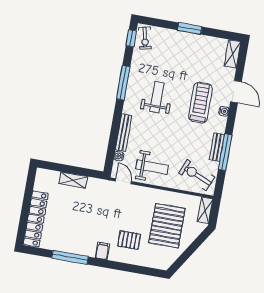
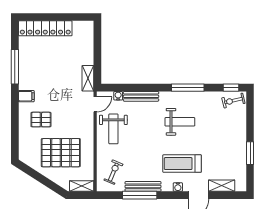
window: (190, 28) -> (250, 153), moved
shelving: (233, 54) -> (222, 186), moved
treadmill: (200, 103) -> (182, 164), turned 180
bench: (217, 147) -> (143, 186), width x1.36
exercise bike: (197, 175) -> (113, 172), width x0.73, depth x0.72
shelving: (73, 180) -> (88, 78), moved
pallet: (129, 240) -> (41, 120), turned 90

